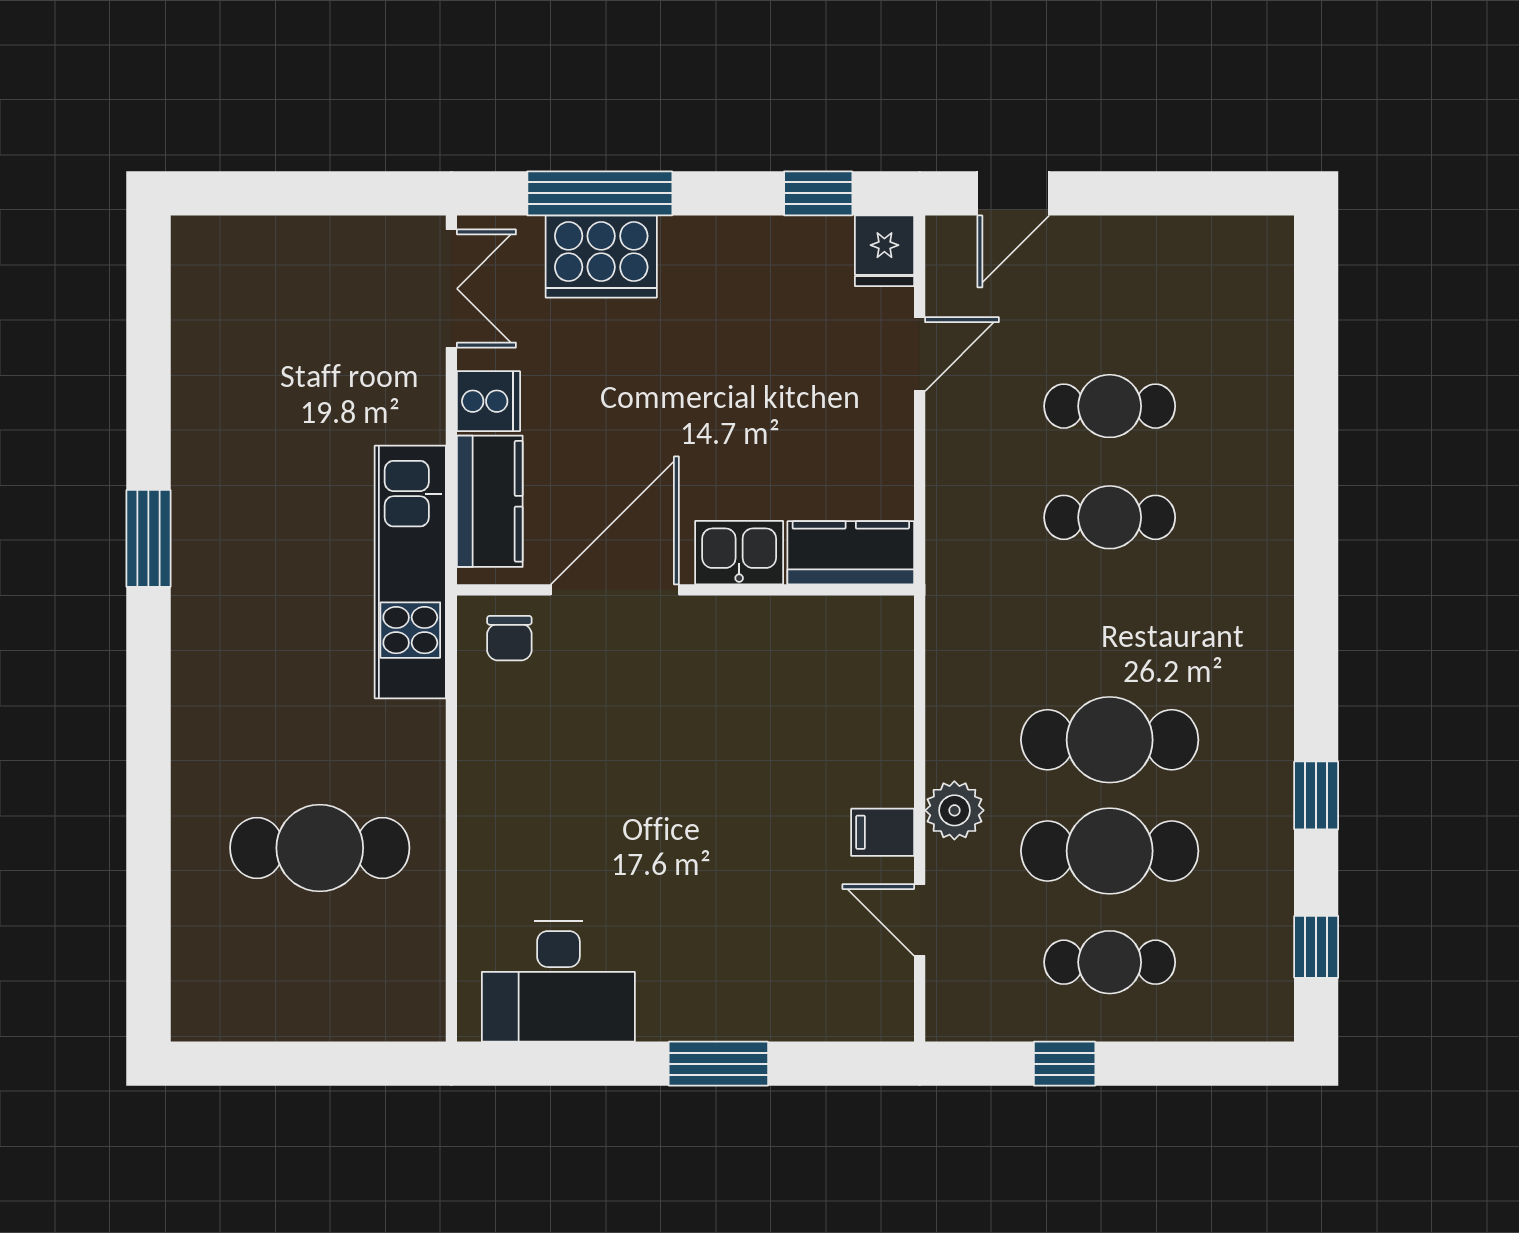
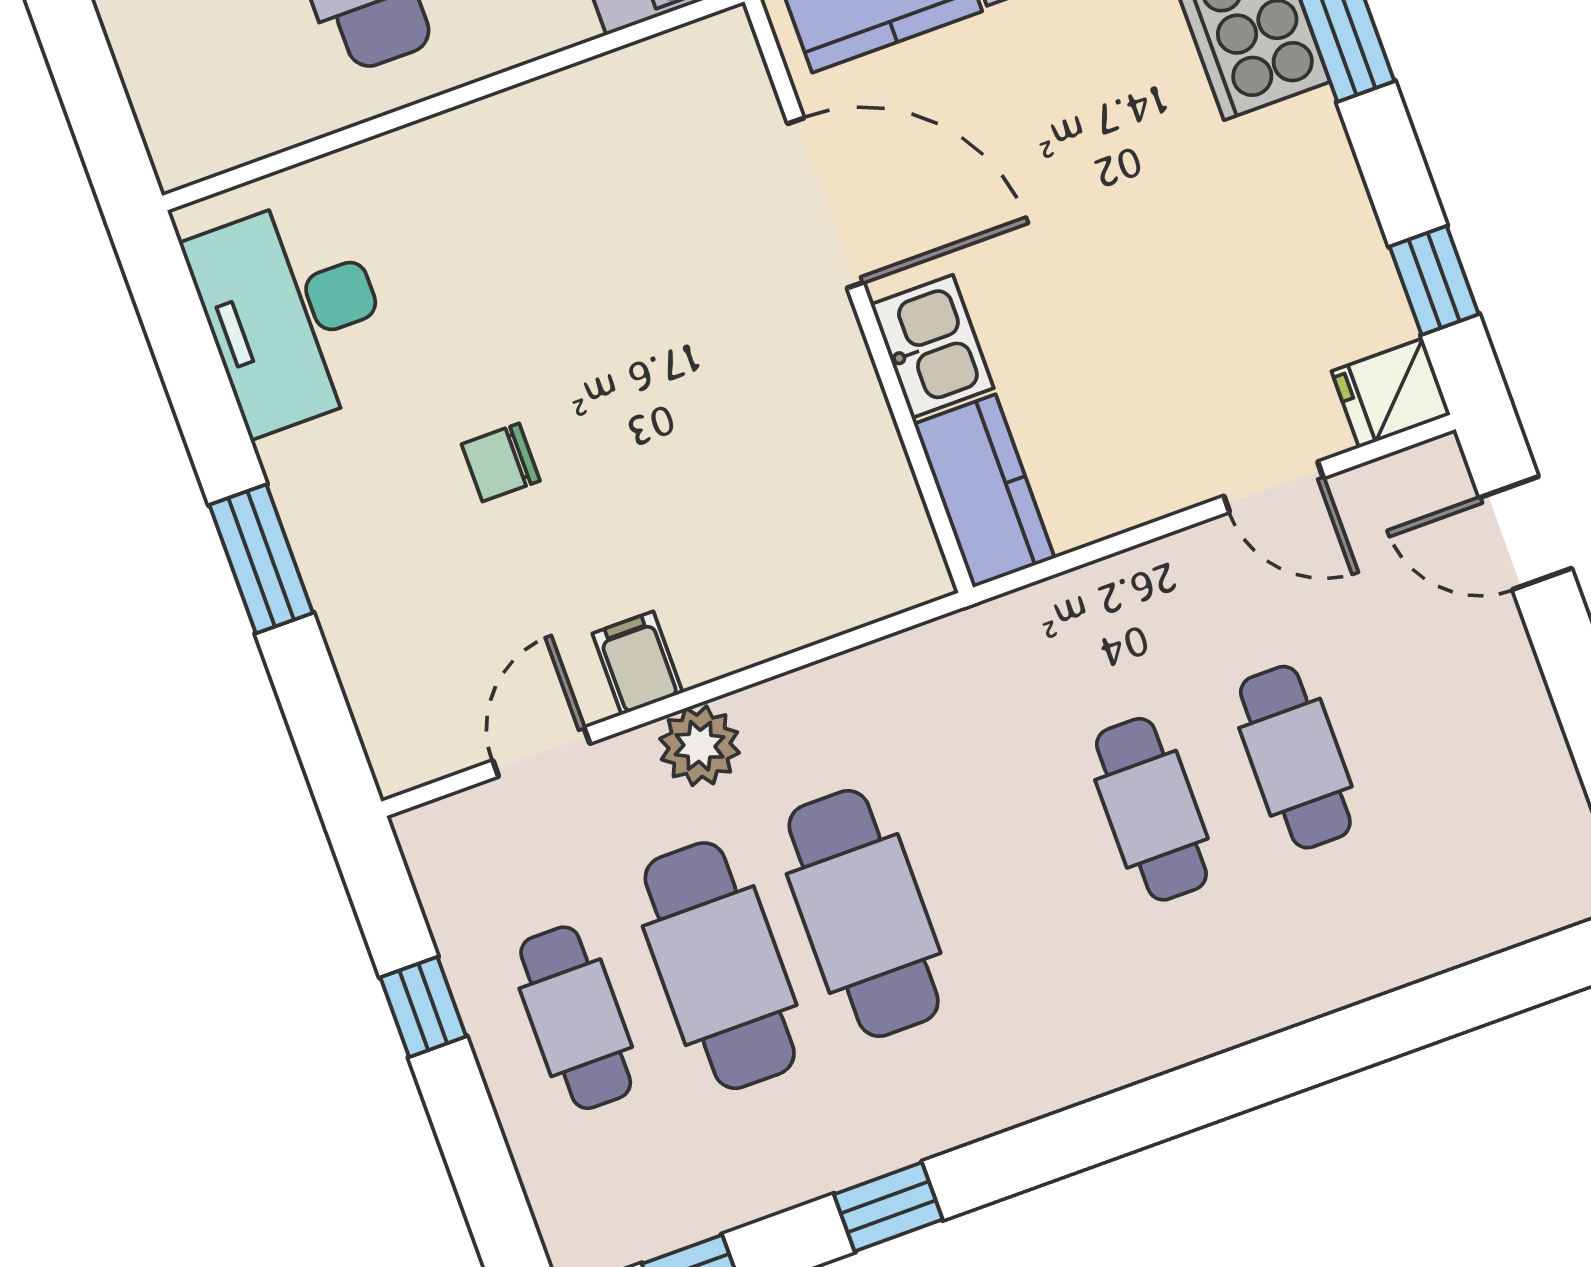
chair: (509, 638) -> (501, 462), moved

